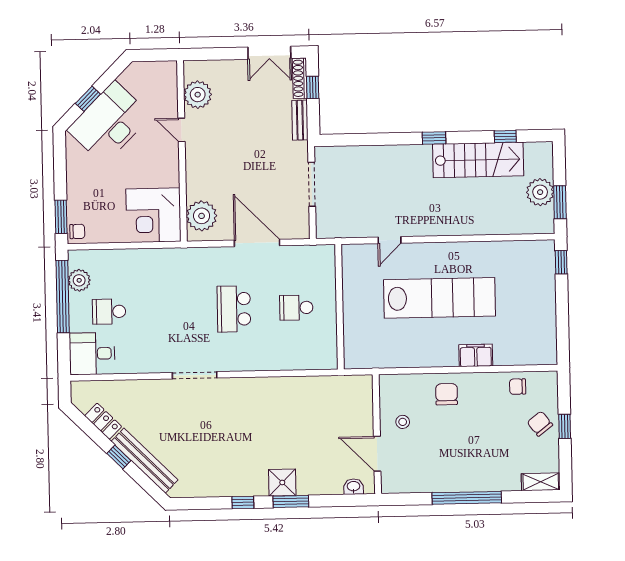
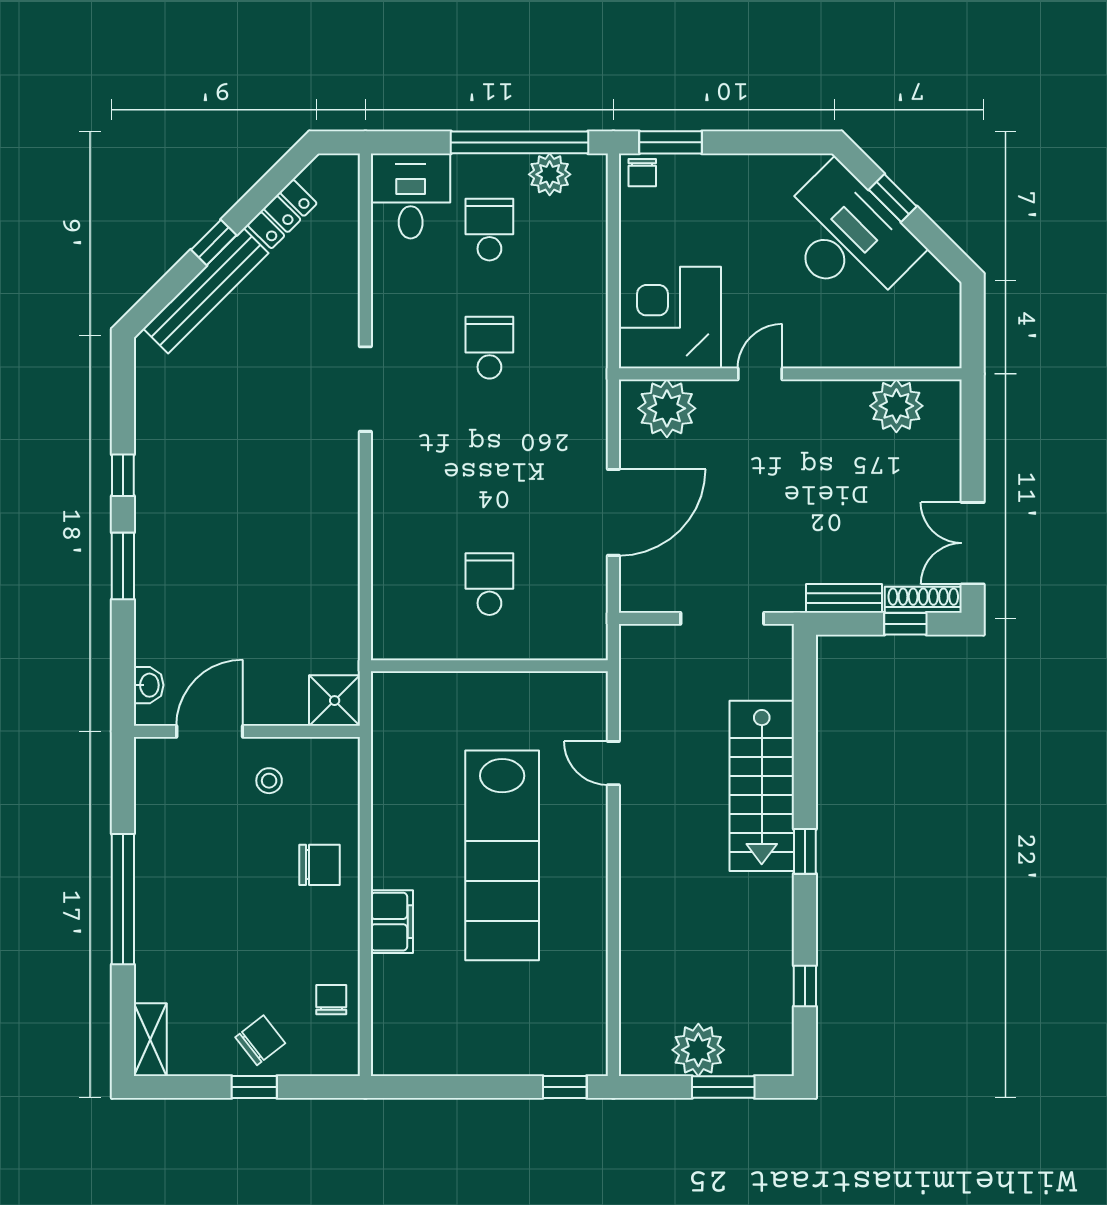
door: (182, 130) -> (760, 374), moved
stairs: (478, 160) -> (762, 786), moved
window: (560, 202) -> (723, 1087), moved
school desk: (234, 309) -> (489, 348), moved, width x0.54
shower: (282, 482) -> (335, 701), moved

